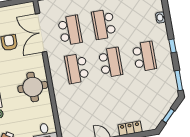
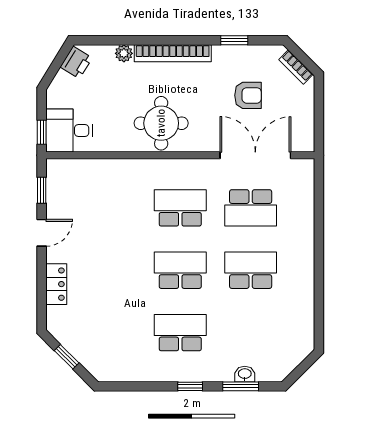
school desk: (144, 56) -> (180, 333), turned 180
school desk: (111, 62) -> (180, 270), turned 180
window: (179, 80) -> (241, 386), moved

